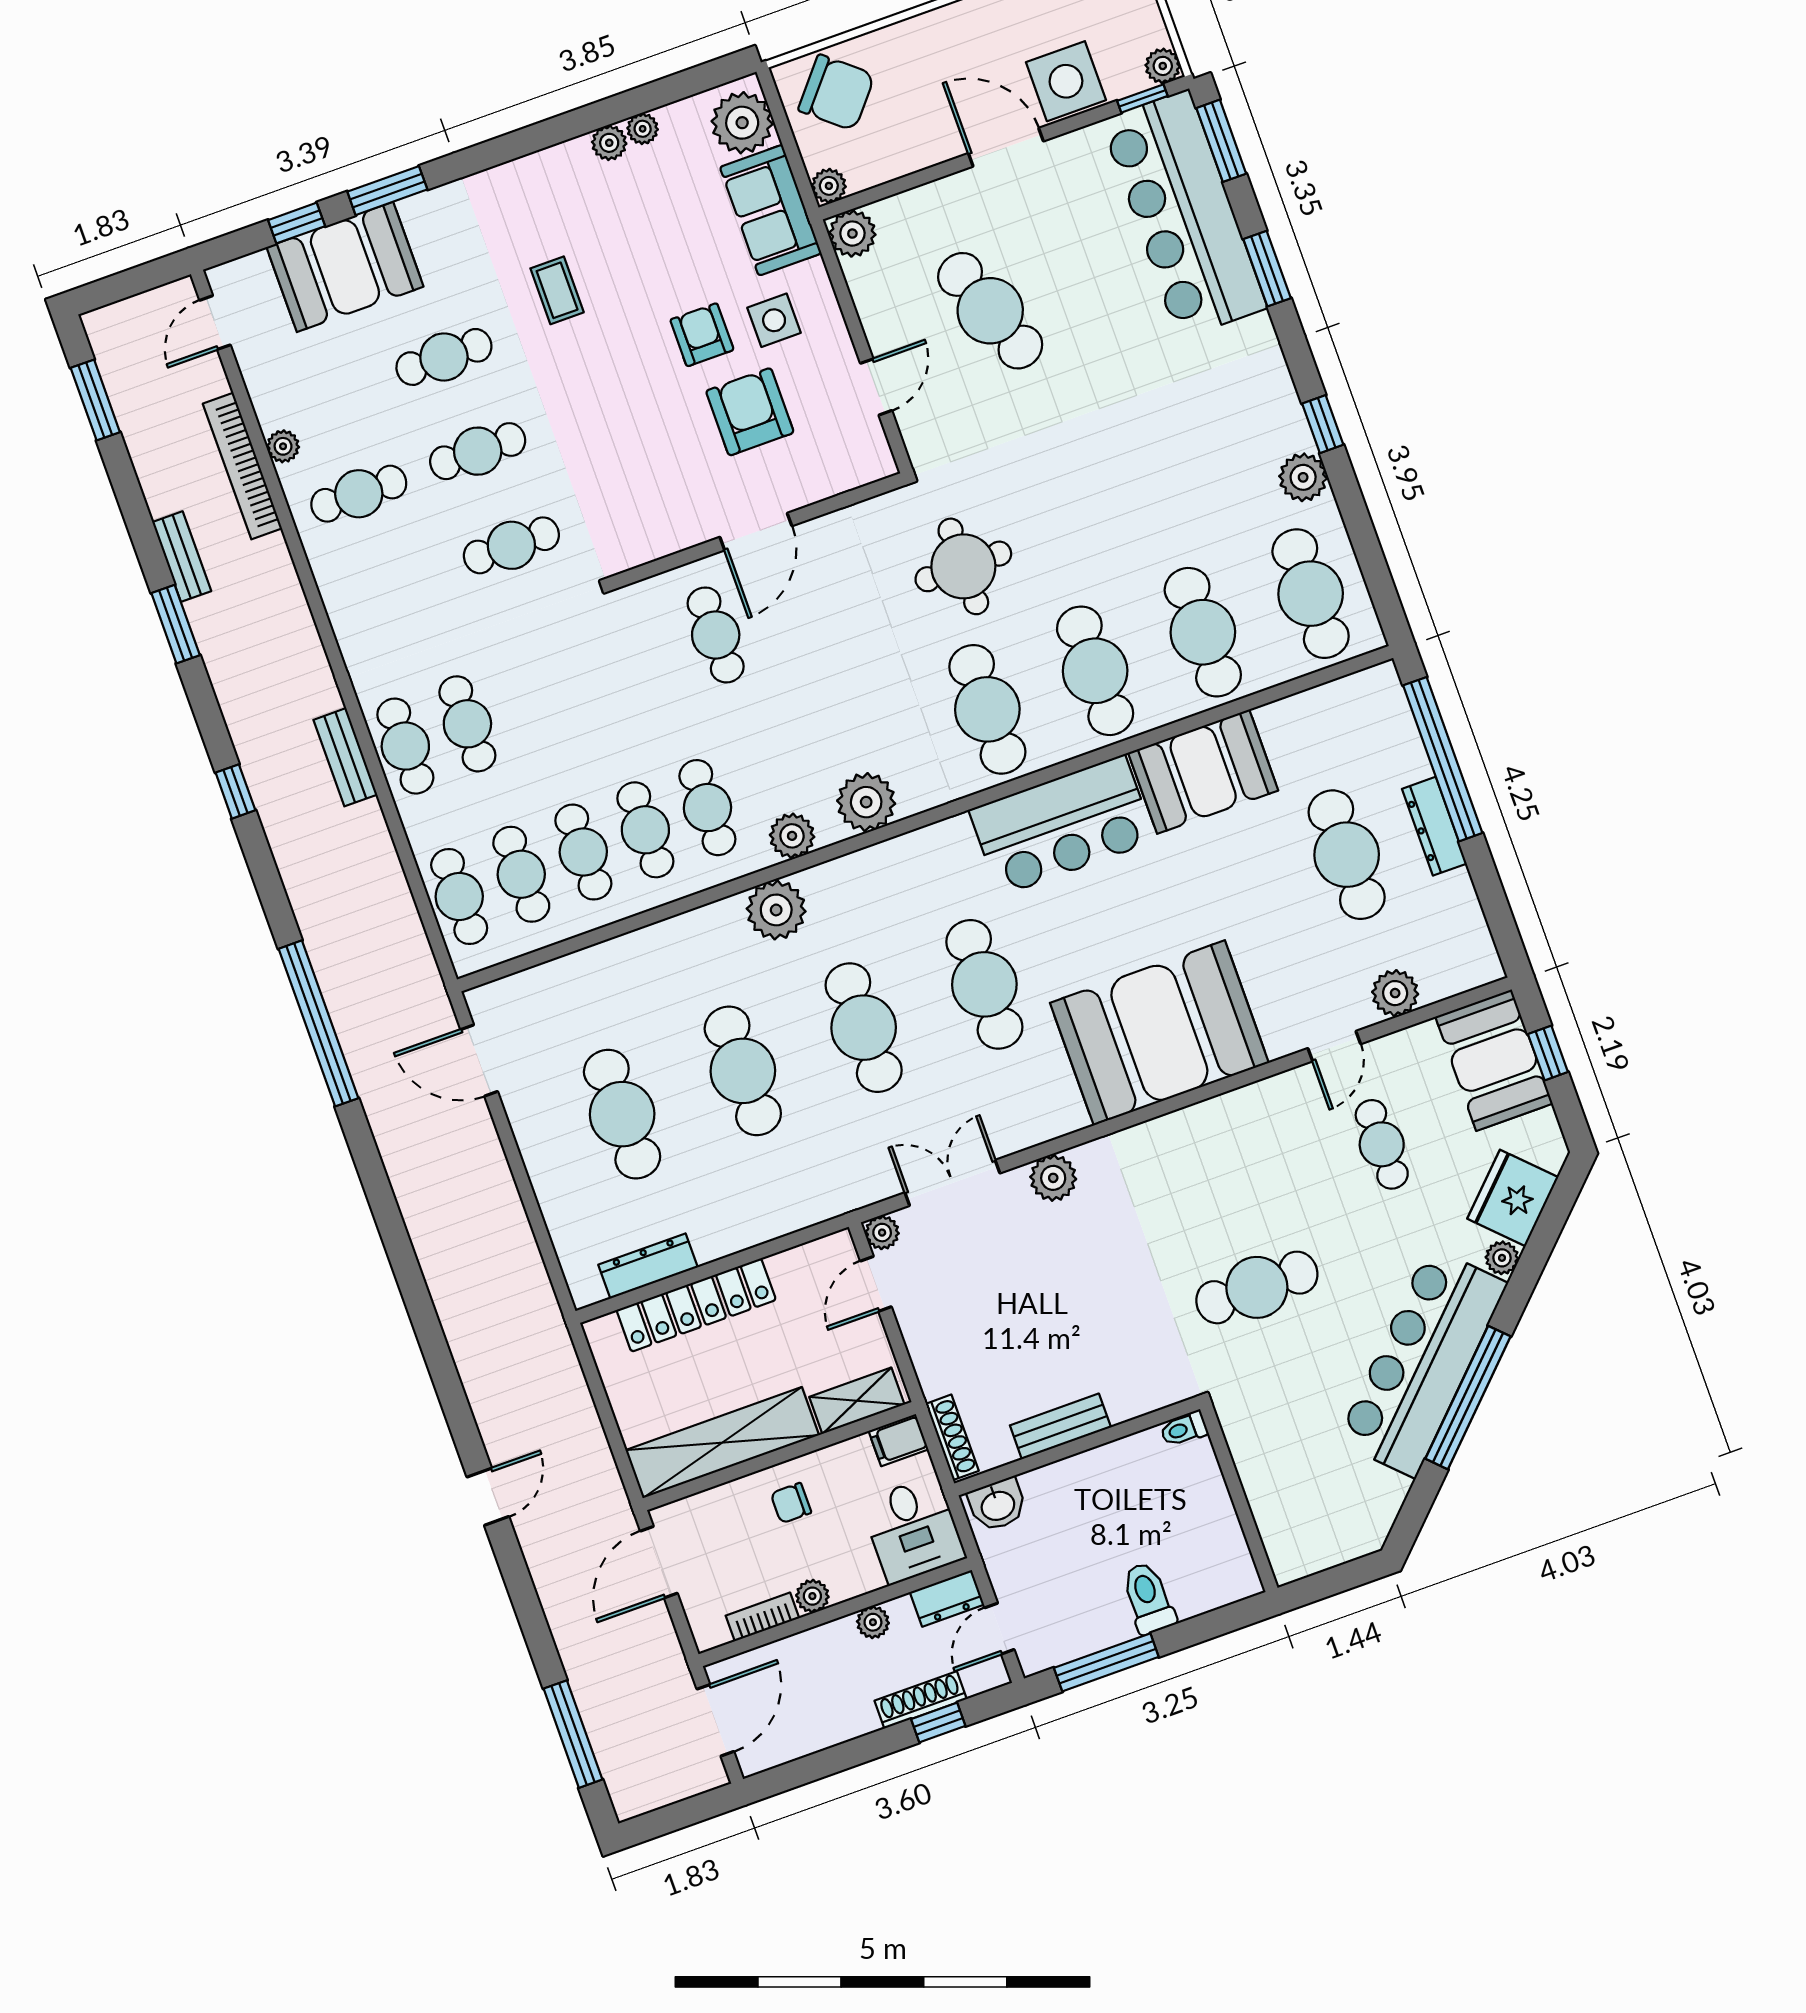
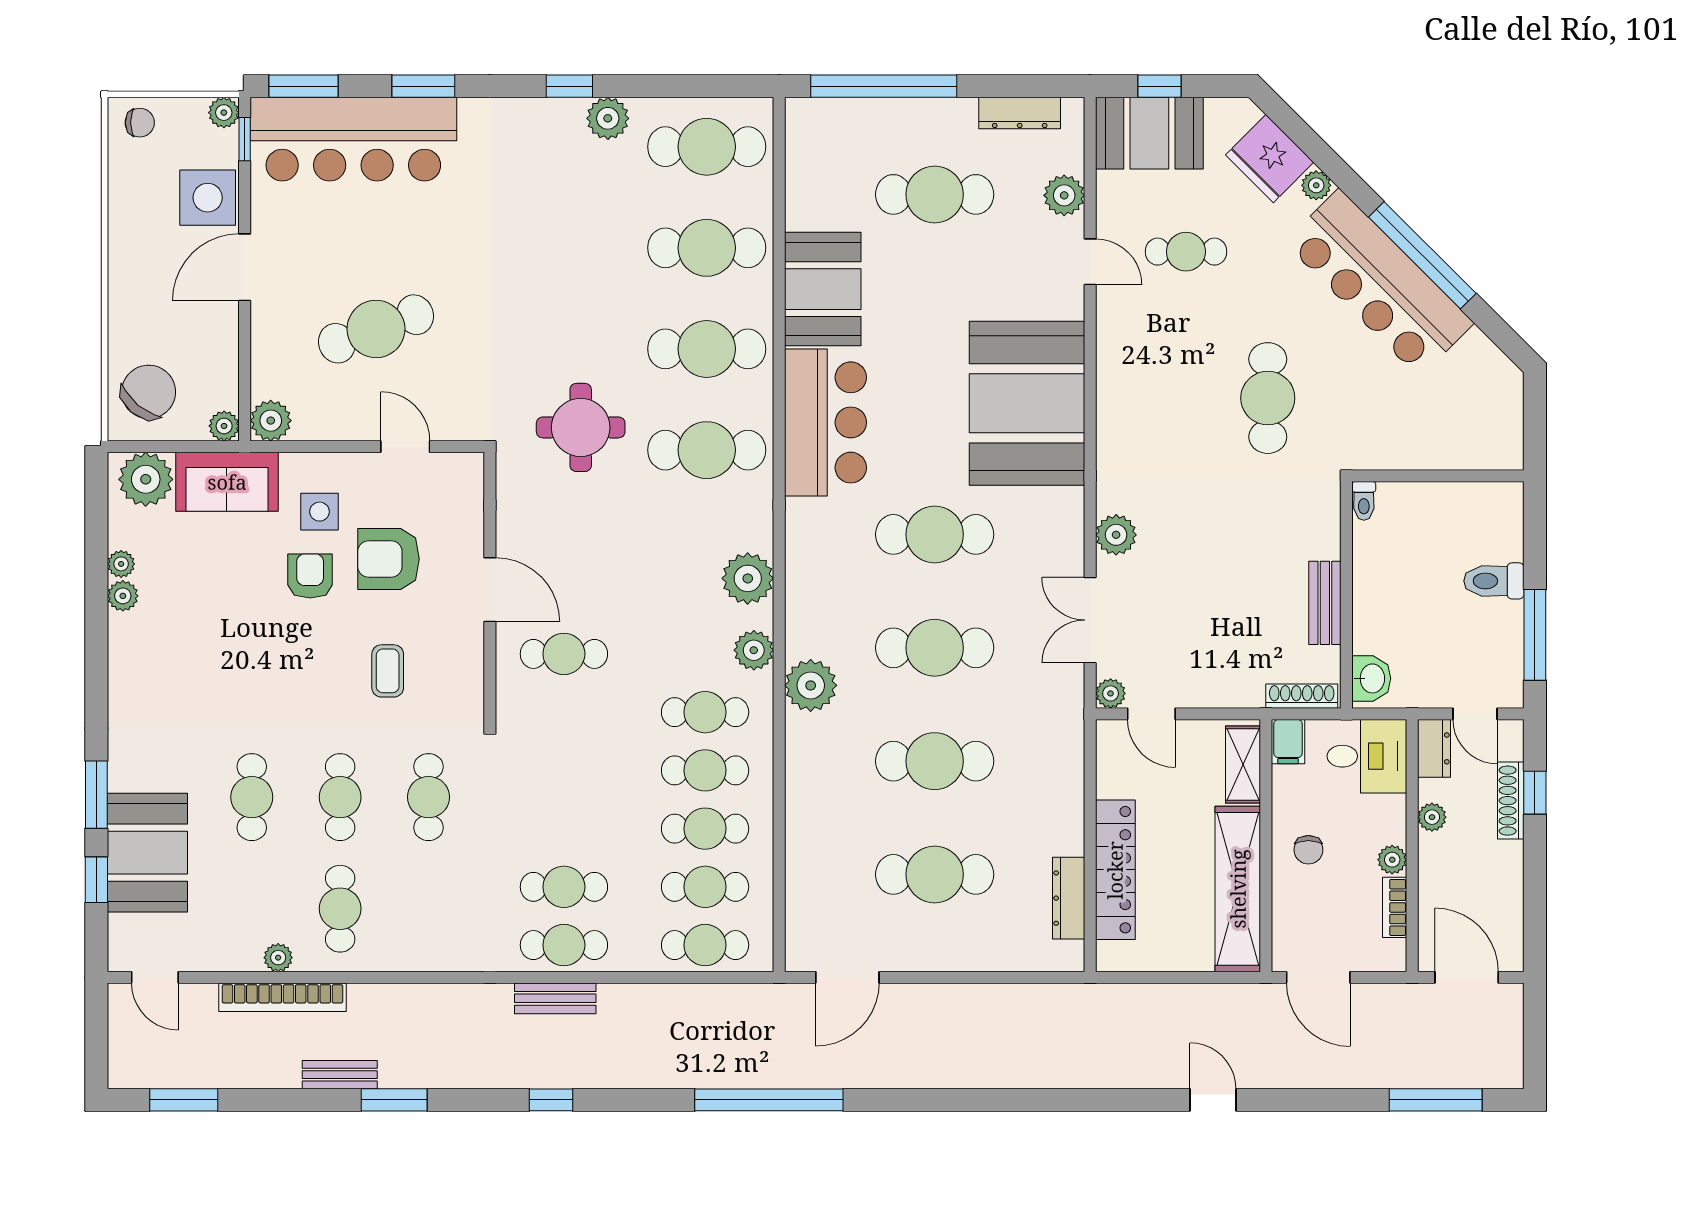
coffee table: (557, 290) -> (388, 671), moved, turned 90
armchair: (702, 335) -> (310, 576), turned 90
dresser: (1434, 826) -> (1020, 113), moved

